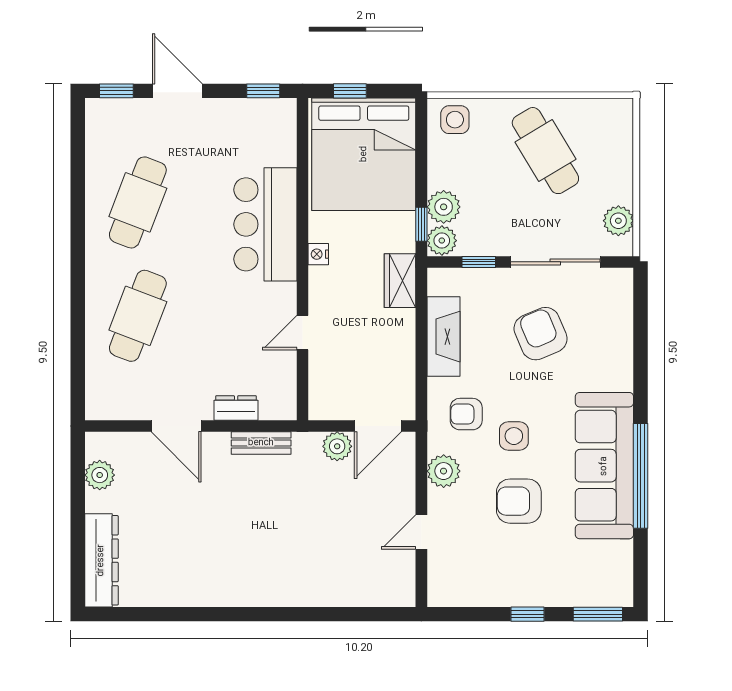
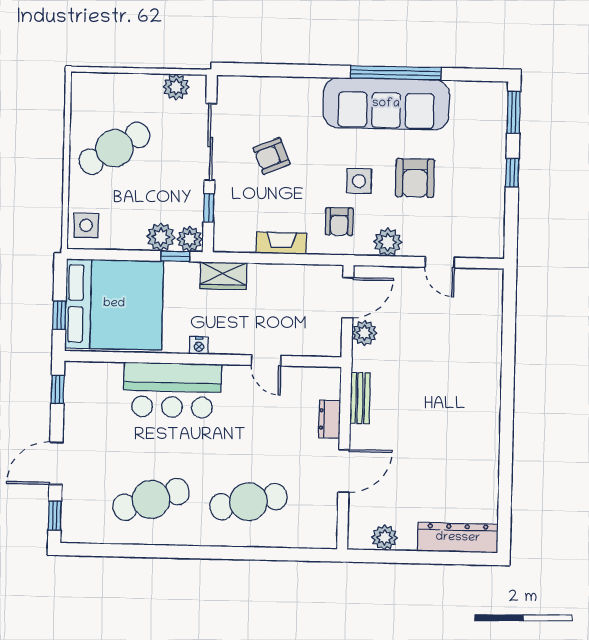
cafe table: (138, 202) -> (151, 499), turned -39
cafe table: (138, 316) -> (248, 502), turned -33
armchair: (541, 334) -> (272, 156), width x0.72, depth x0.72
fireplace: (443, 337) -> (281, 243), width x0.73, depth x0.76
door: (378, 426) -> (348, 298), hinge flipped

